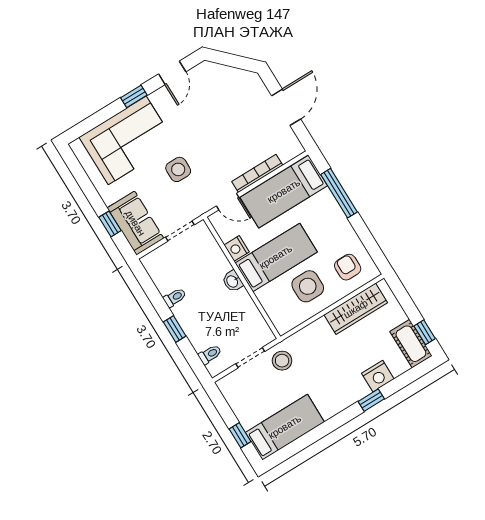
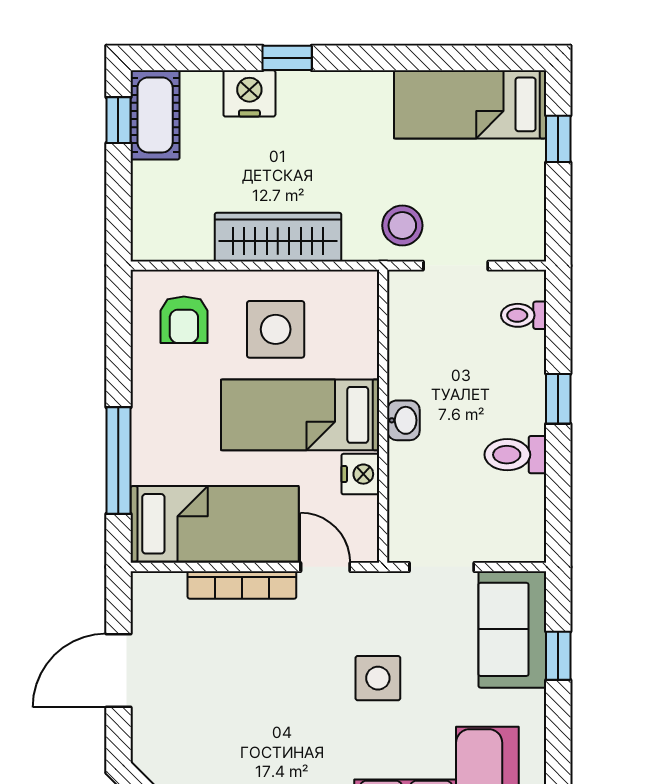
toilet: (175, 298) -> (515, 455), width x1.37, depth x1.39
wardrobe: (356, 309) -> (278, 237), moved

